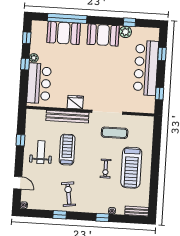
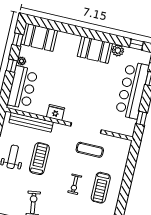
window: (67, 18) -> (62, 27), removed
window: (129, 22) -> (136, 44), moved
booth: (64, 33) -> (39, 37), moved
bench: (67, 117) -> (31, 122), moved
treadmill: (131, 168) -> (101, 188), width x0.73, depth x0.73

